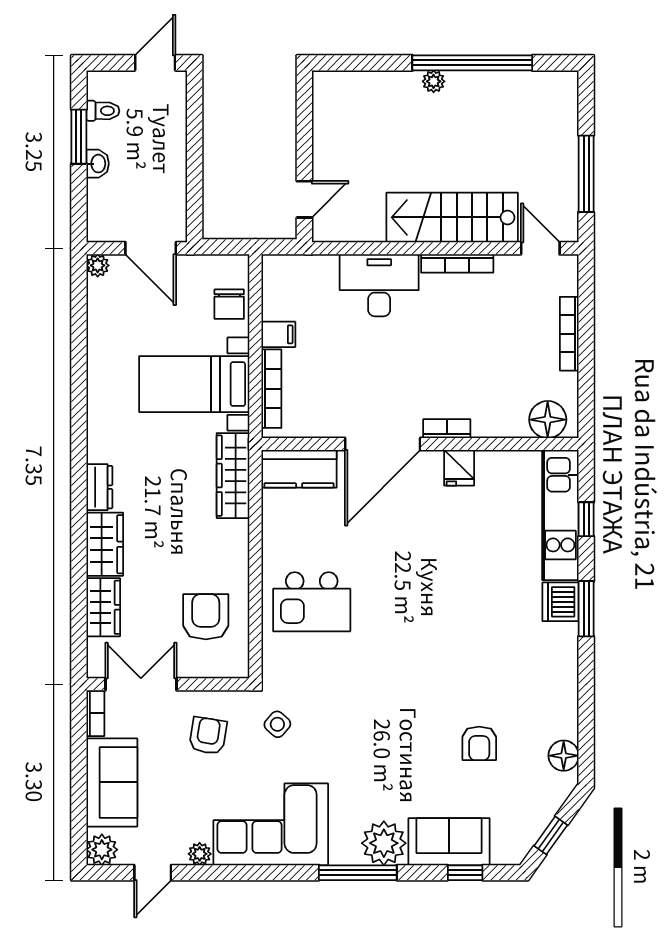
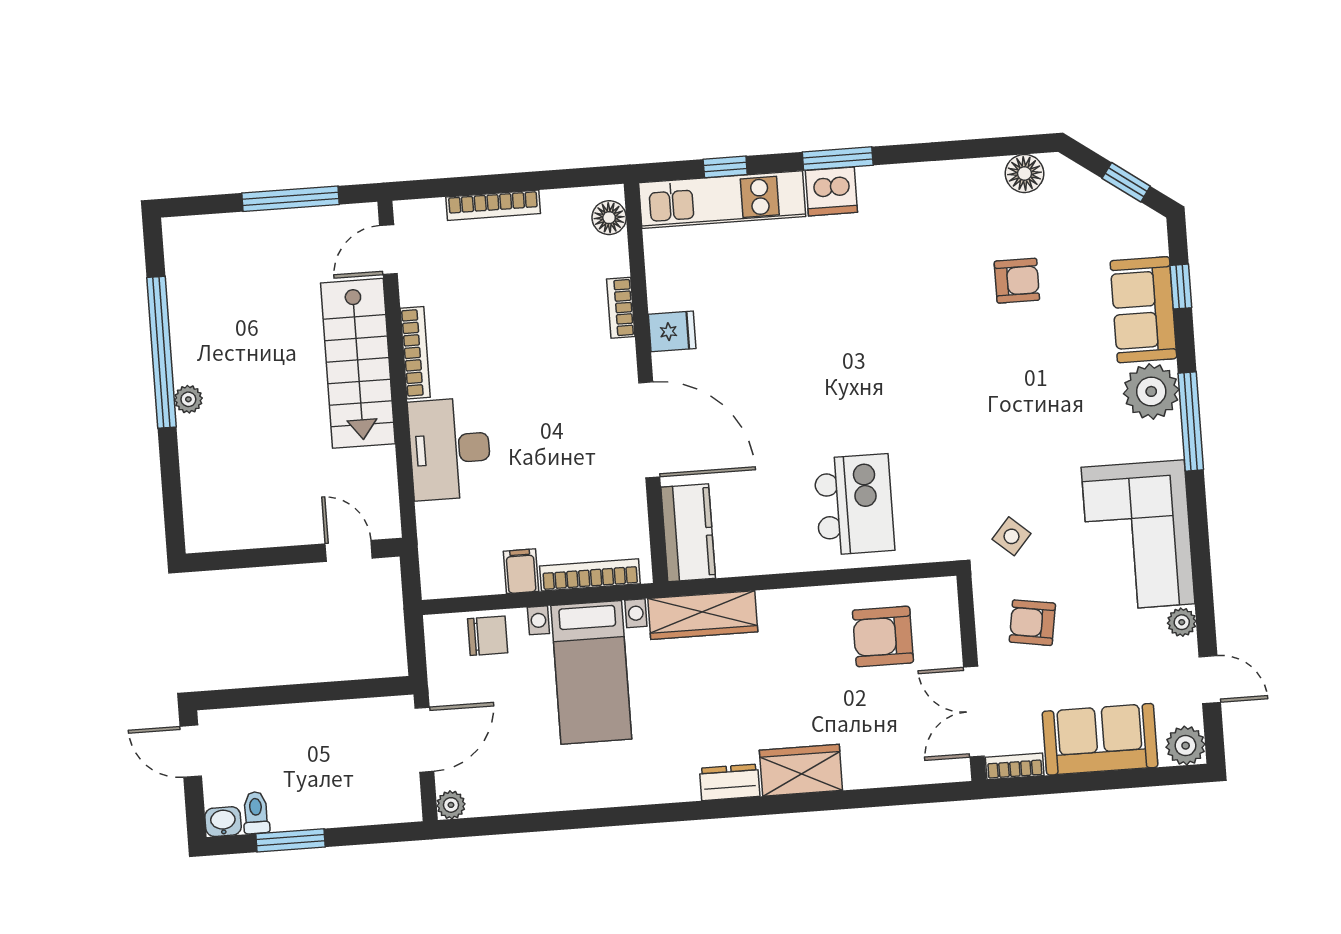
washbasin: (98, 164) -> (223, 822), moved
floor lamp: (548, 420) -> (609, 218), width x0.73, depth x0.73
bookcase: (447, 429) -> (621, 308), moved
wardrobe: (103, 607) -> (880, 766), removed

